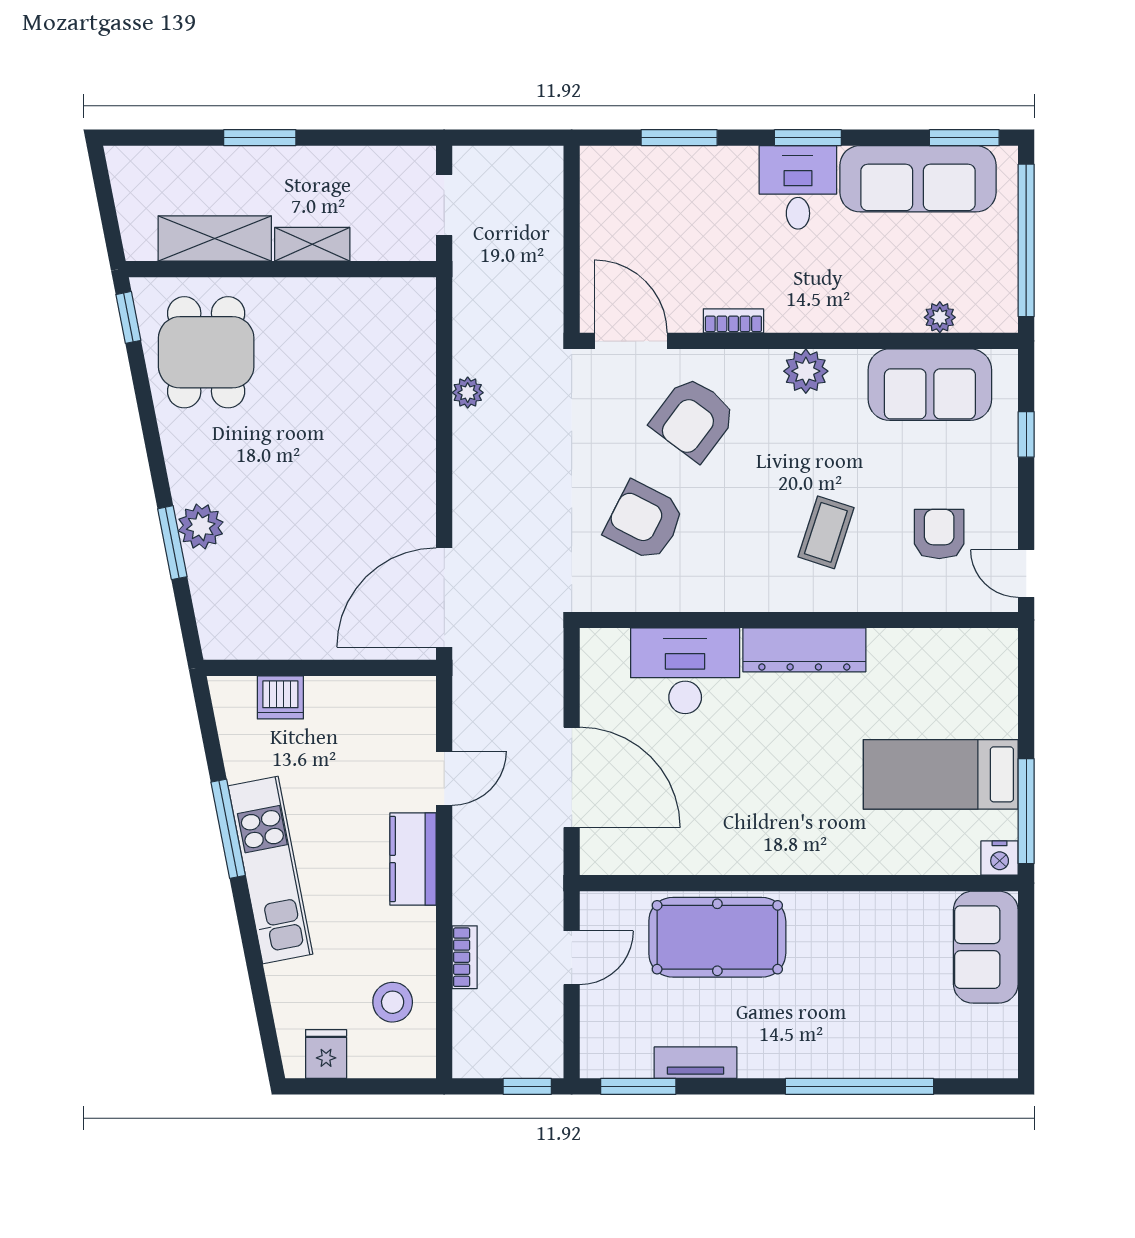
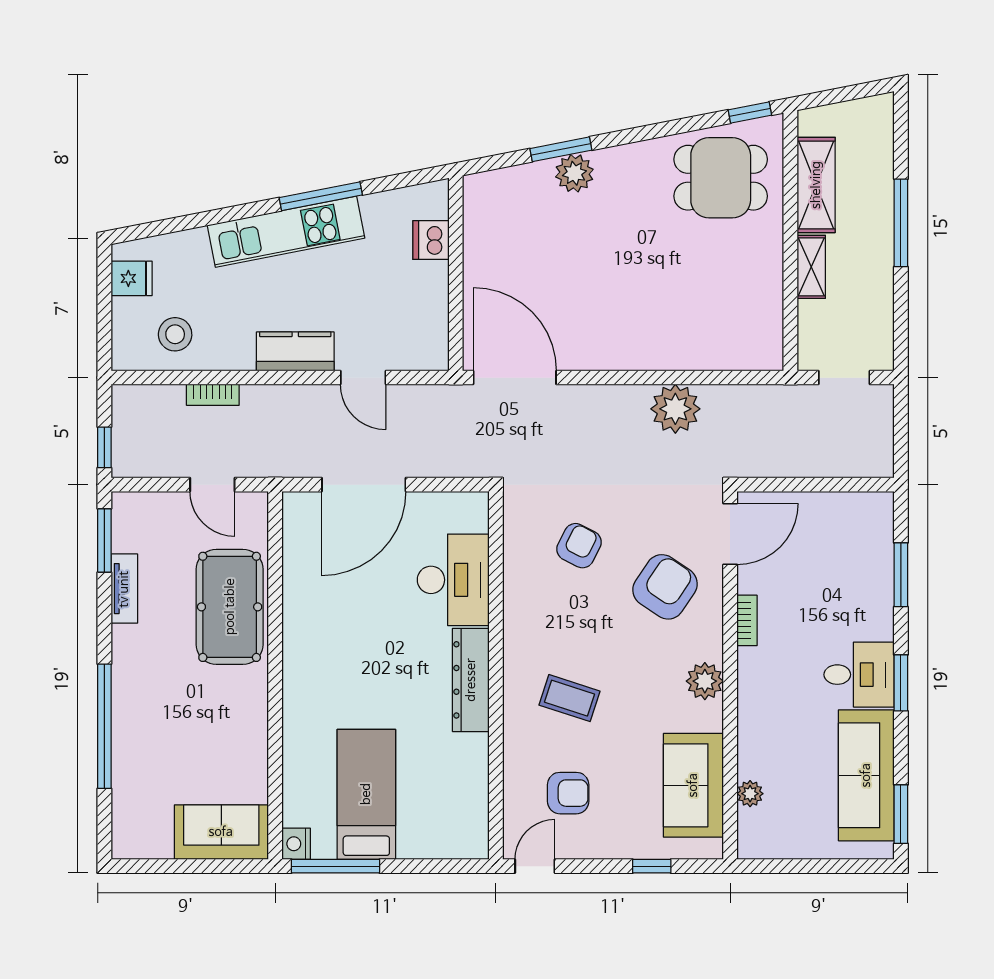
window: (260, 138) -> (901, 223), width x1.44
window: (1026, 240) -> (815, 866), removed
plant: (468, 393) -> (675, 409), width x1.88, depth x1.88
armchair: (694, 419) -> (665, 587), turned 87
armchair: (644, 521) -> (579, 546), width x0.72, depth x0.72

